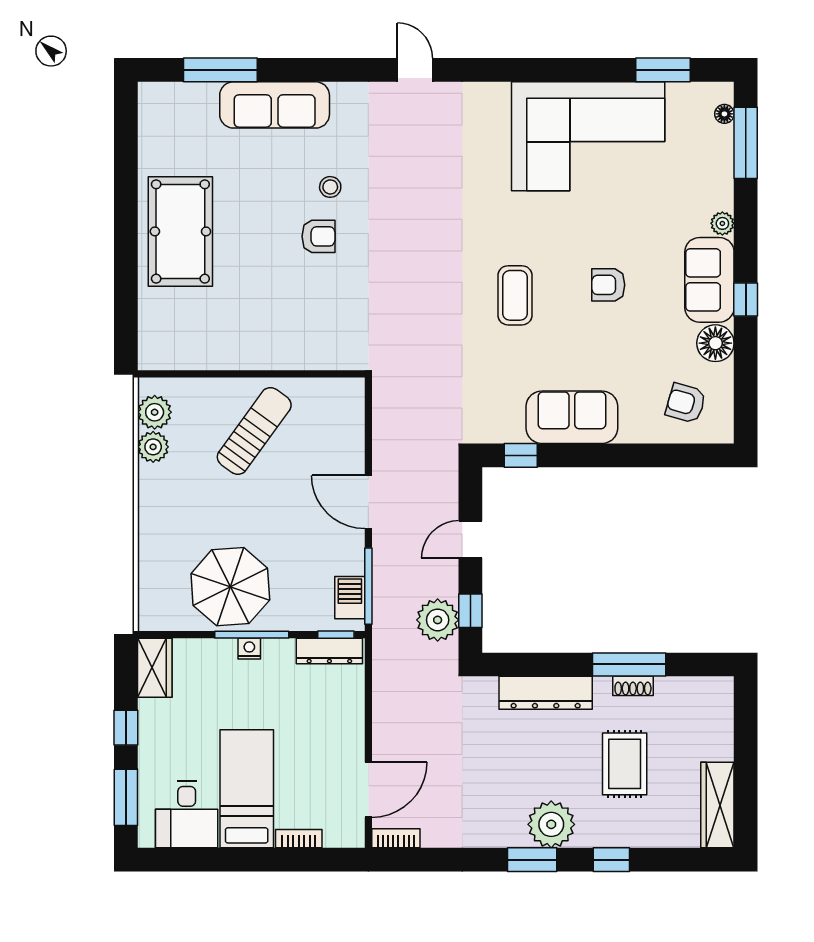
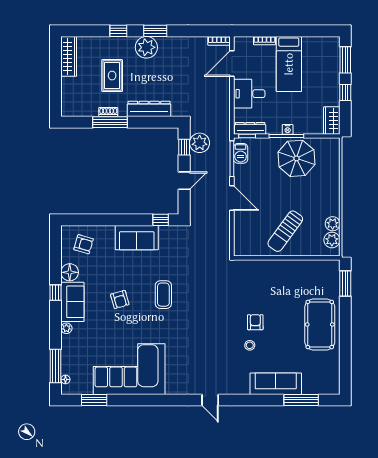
armchair: (318, 236) -> (255, 322), turned 90
armchair: (608, 285) -> (120, 299), turned 74
window: (126, 319) -> (345, 284), added
desk: (187, 814) -> (249, 94), moved, turned -90

